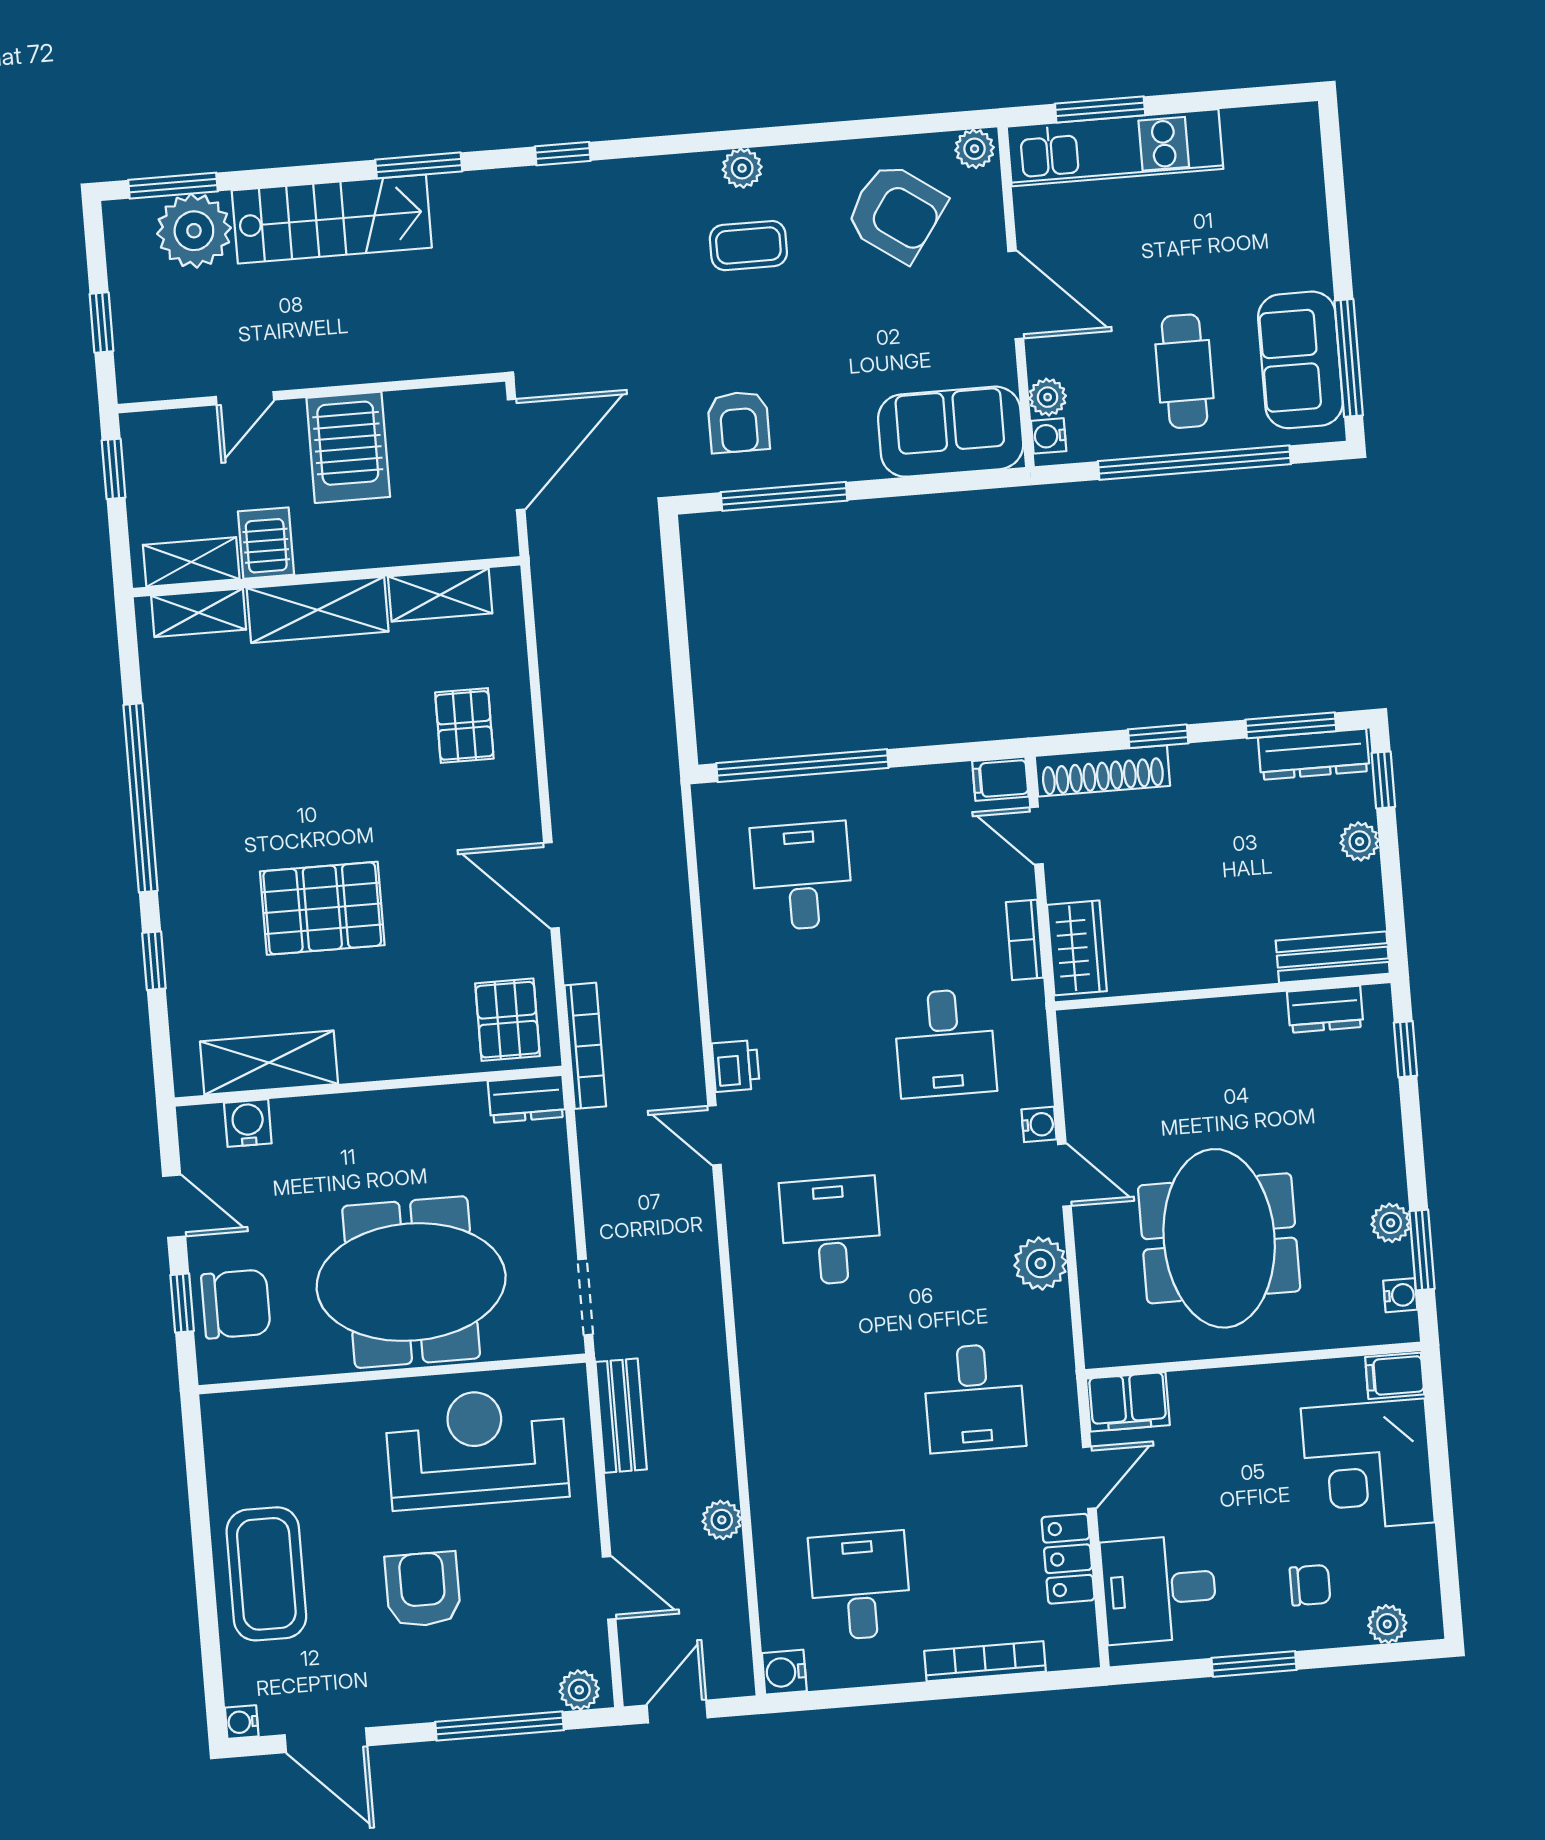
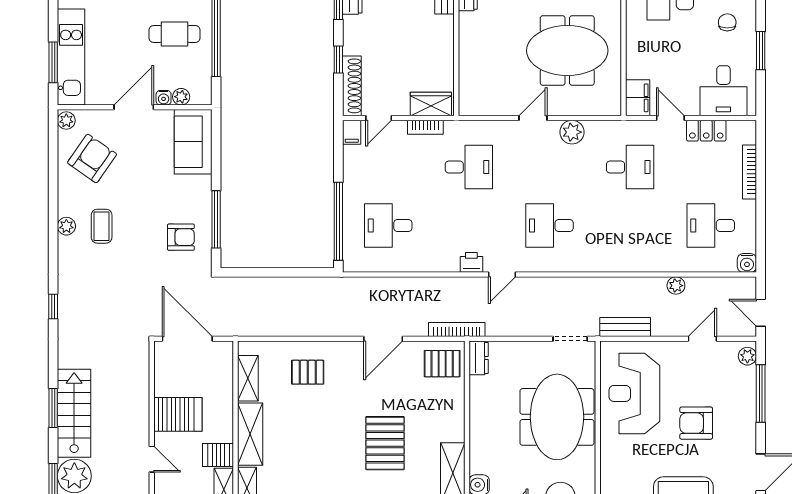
window: (419, 165) -> (53, 408), moved
water cooler: (1049, 436) -> (164, 98), moved
water cooler: (1039, 1124) -> (509, 128), removed

